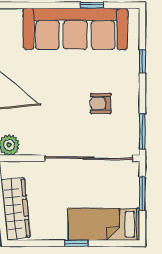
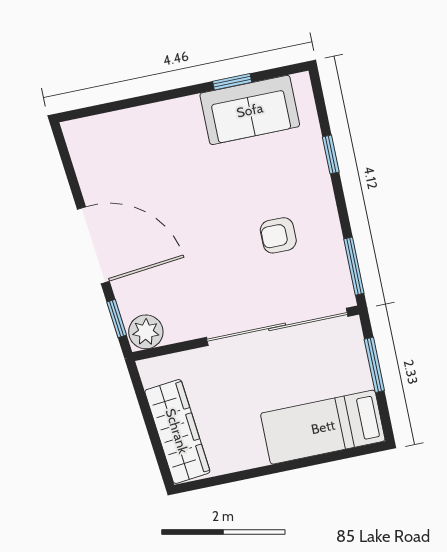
sofa: (75, 29) -> (250, 110), width x0.54, depth x0.79
window: (76, 243) -> (285, 466), removed

